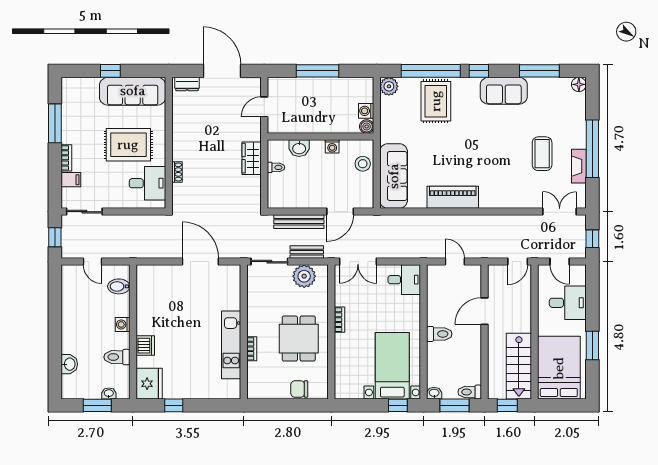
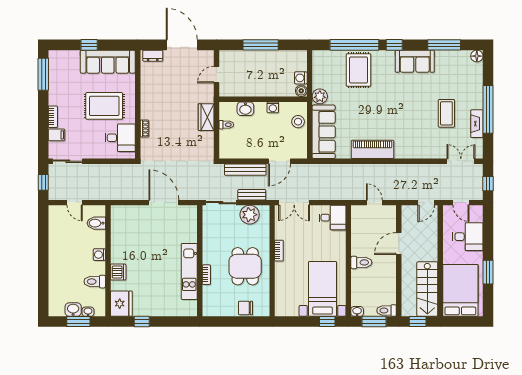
plant: (389, 86) -> (320, 96), moved
window: (55, 123) -> (43, 74), moved
washbasin: (69, 364) -> (73, 310), moved, turned -90

